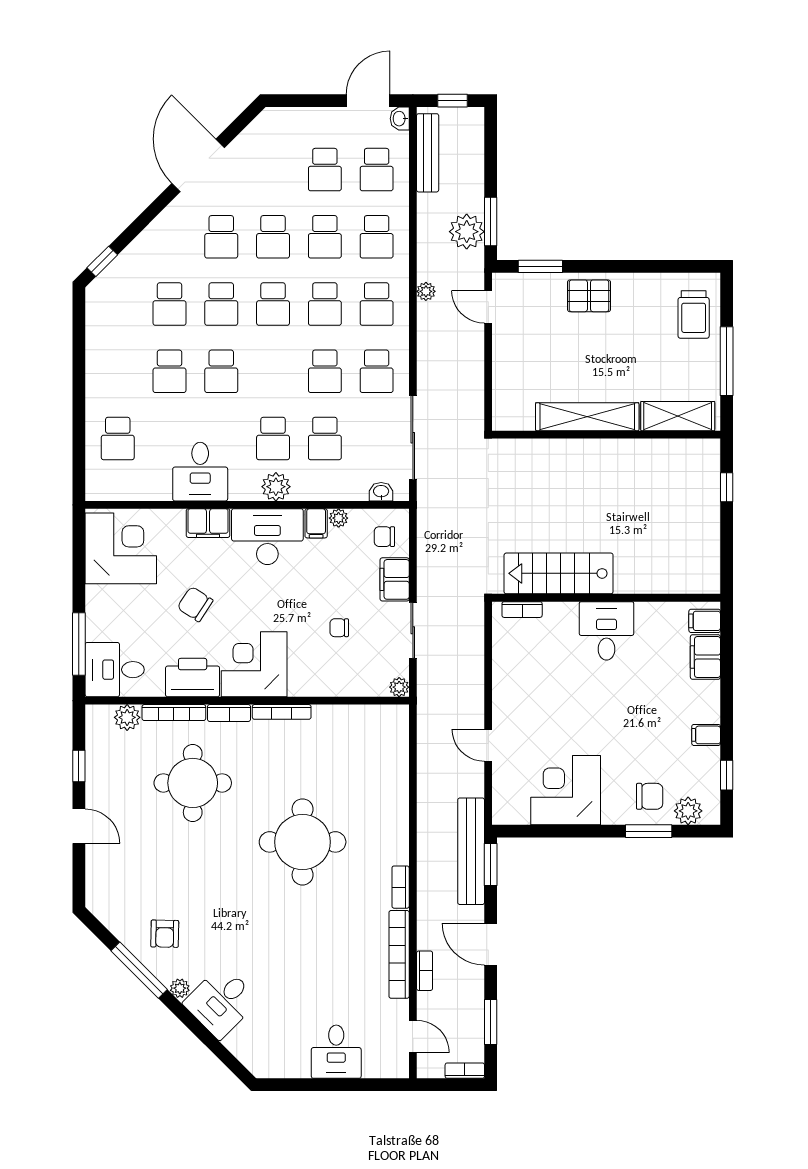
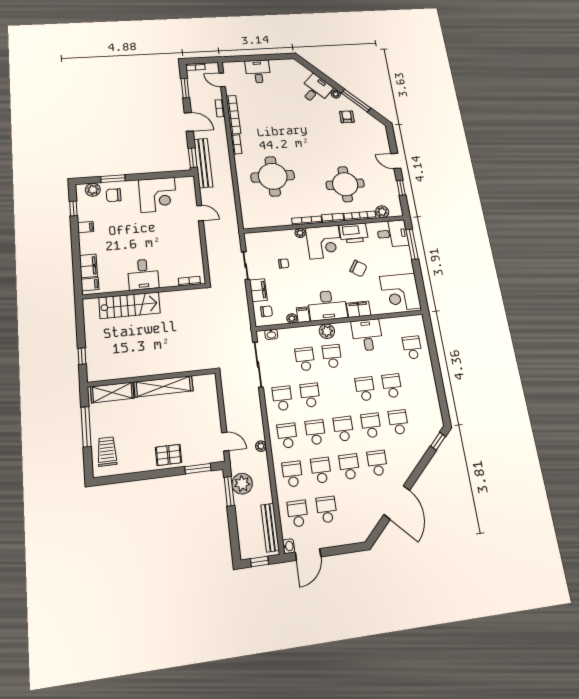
stairs: (559, 573) -> (130, 305), moved
plant: (399, 687) -> (300, 233), moved
round table: (303, 842) -> (273, 176), moved

